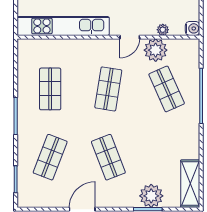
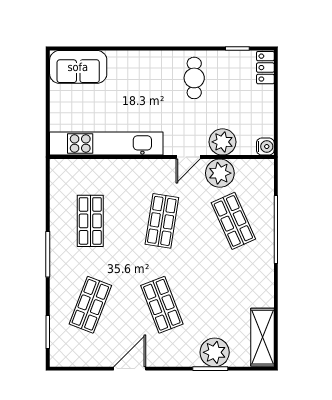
plant: (163, 30) -> (223, 142), width x1.88, depth x1.88

